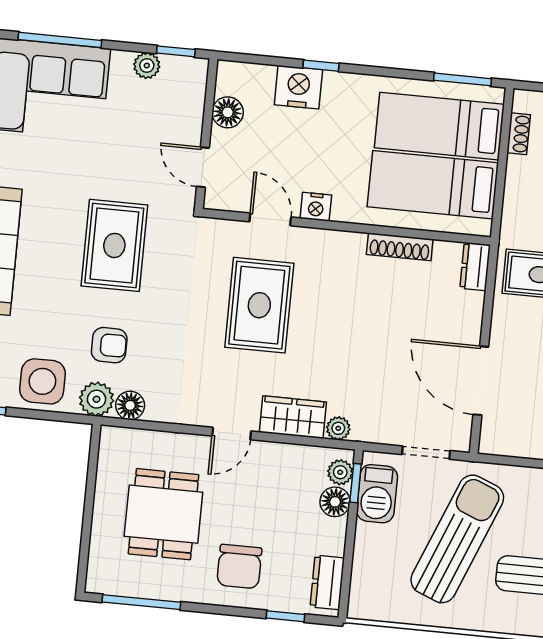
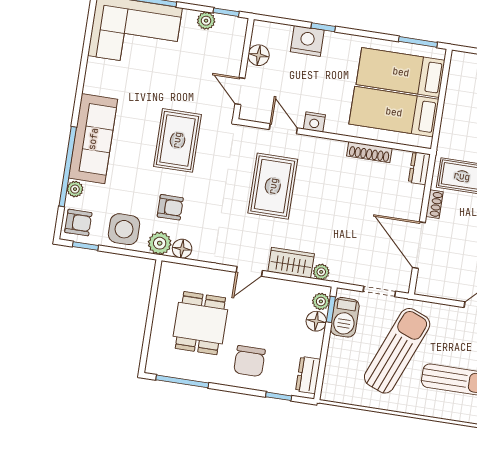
shoe rack: (519, 134) -> (434, 204), moved

